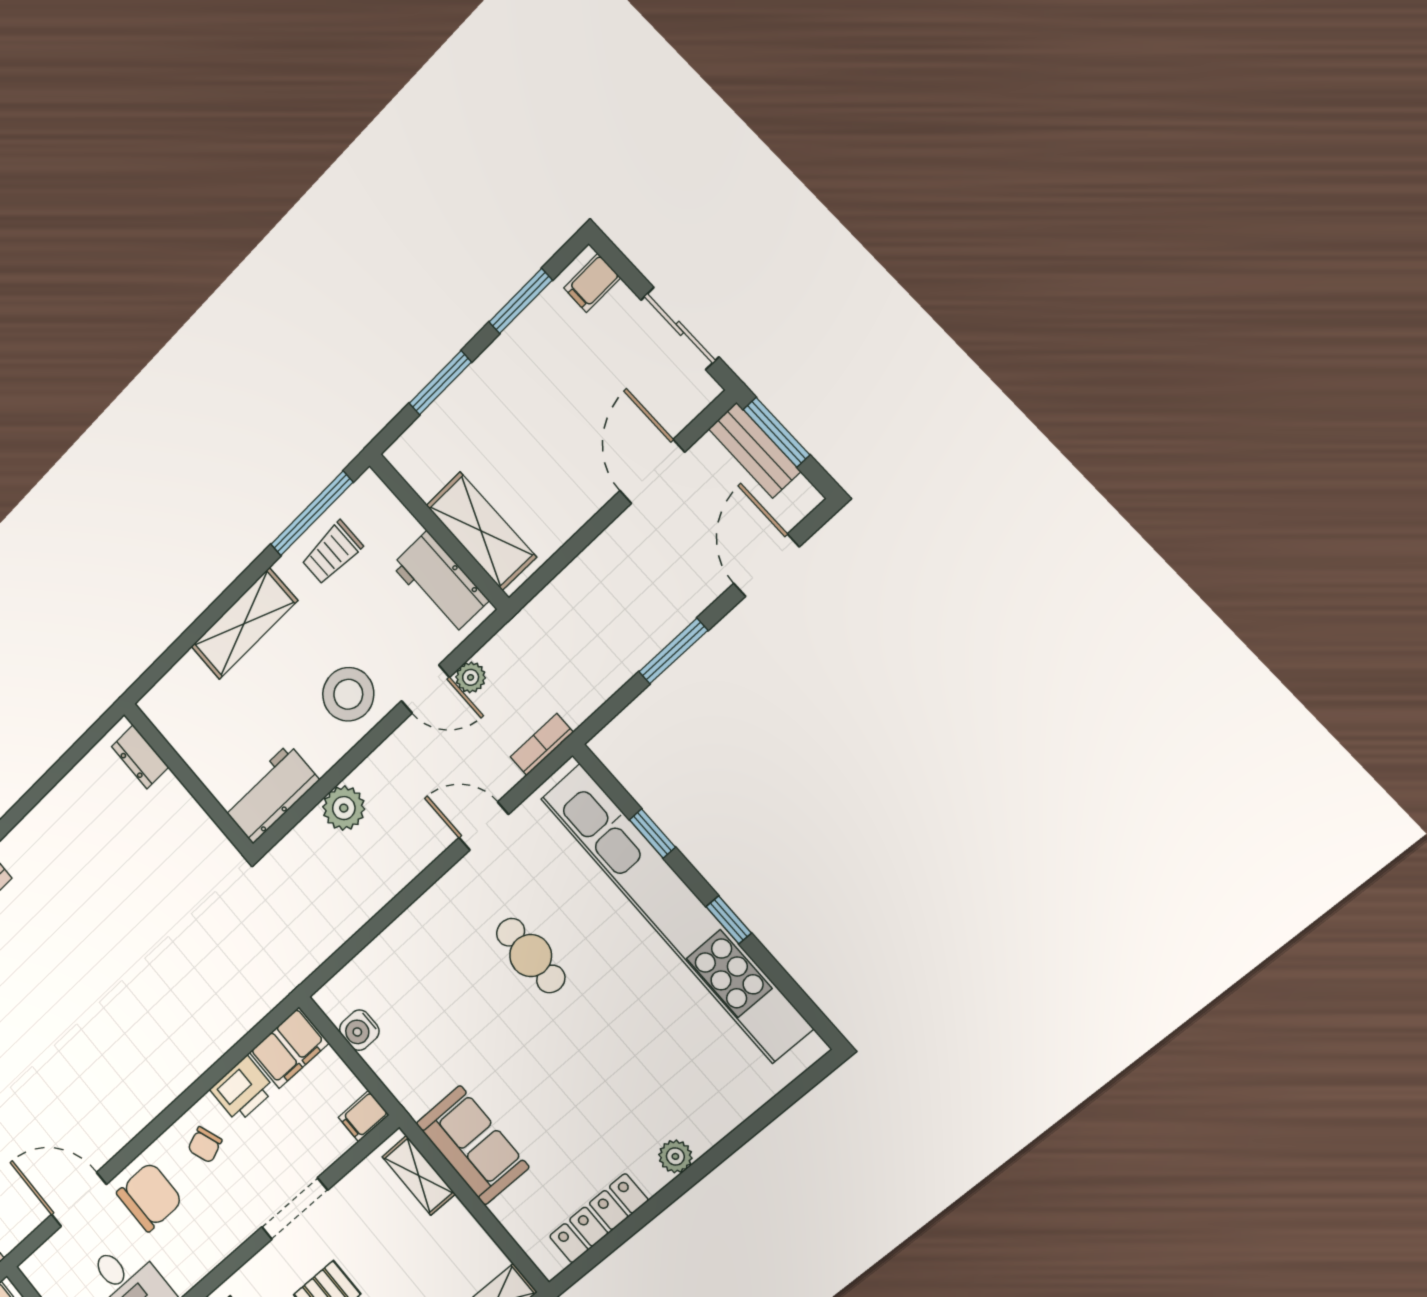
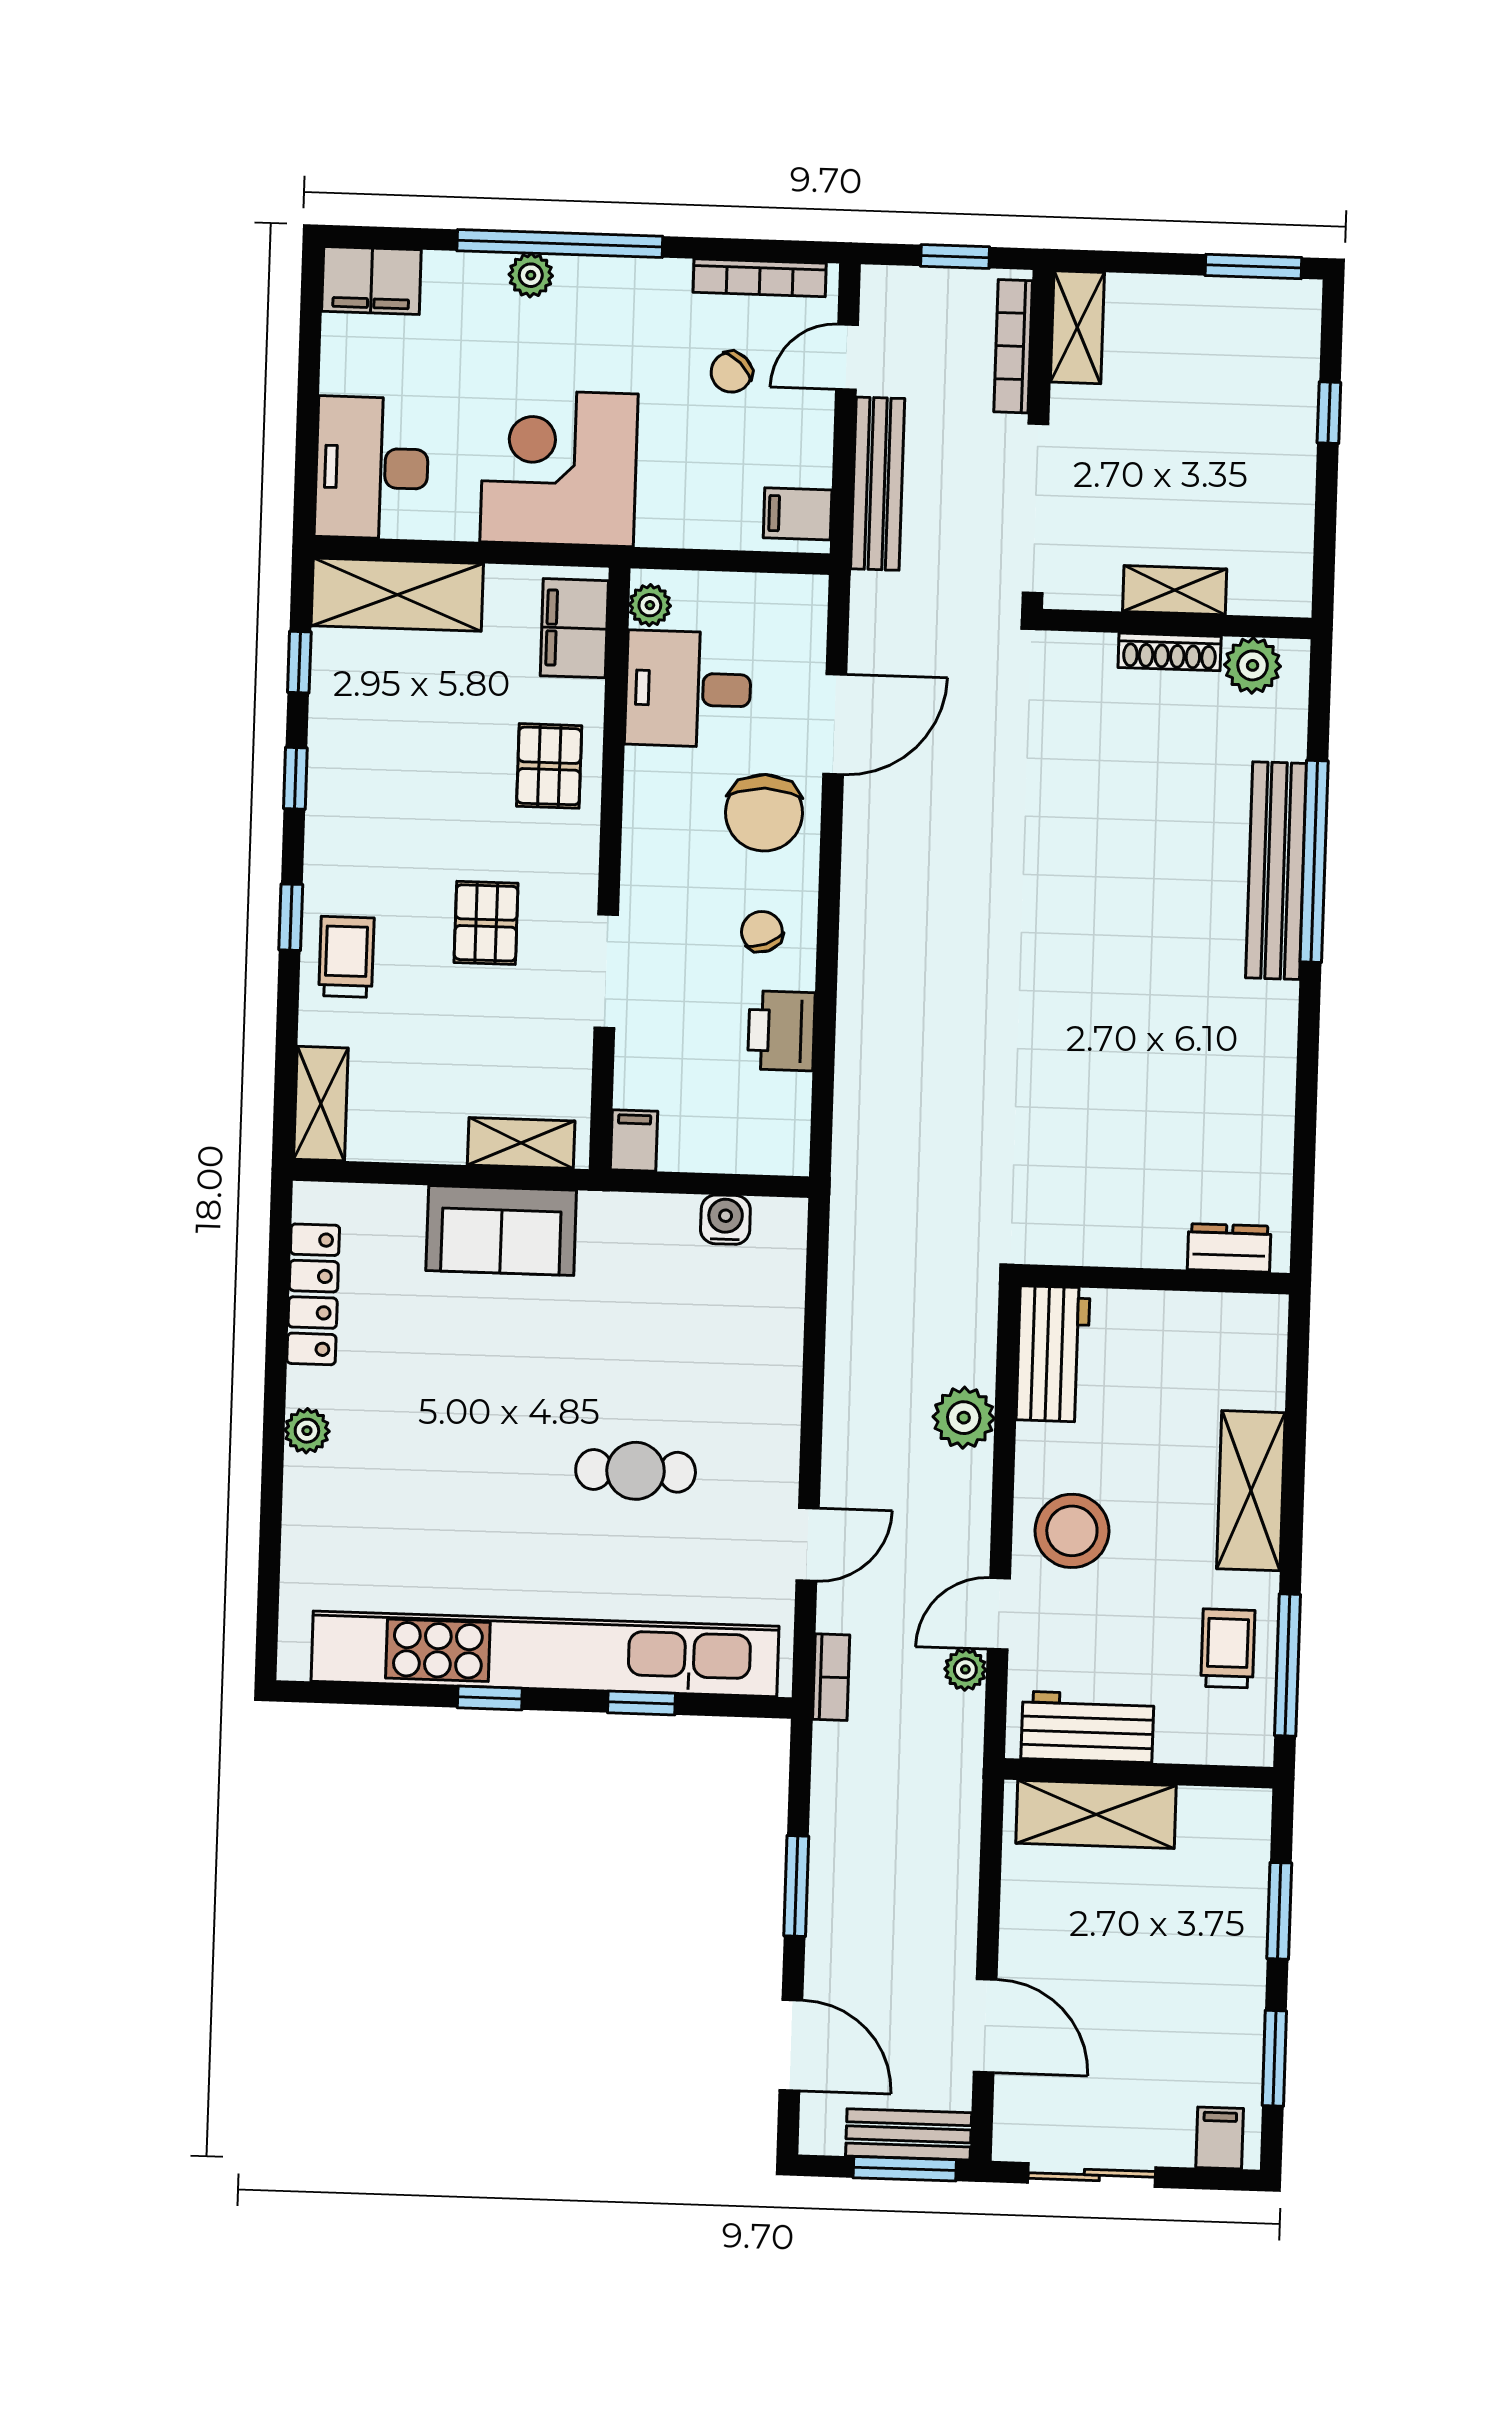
filing cabinet: (289, 1048) -> (777, 1125), removed

